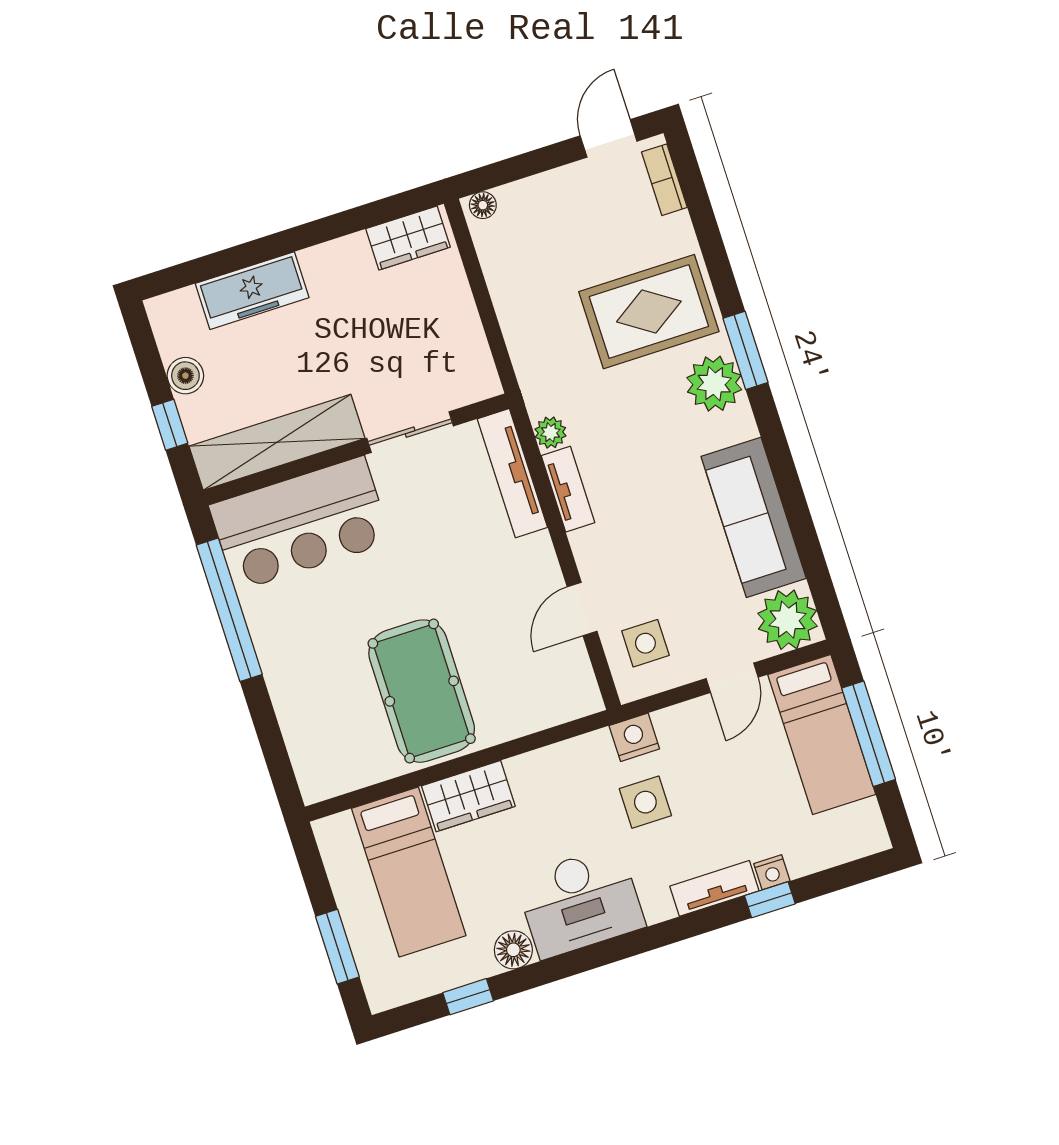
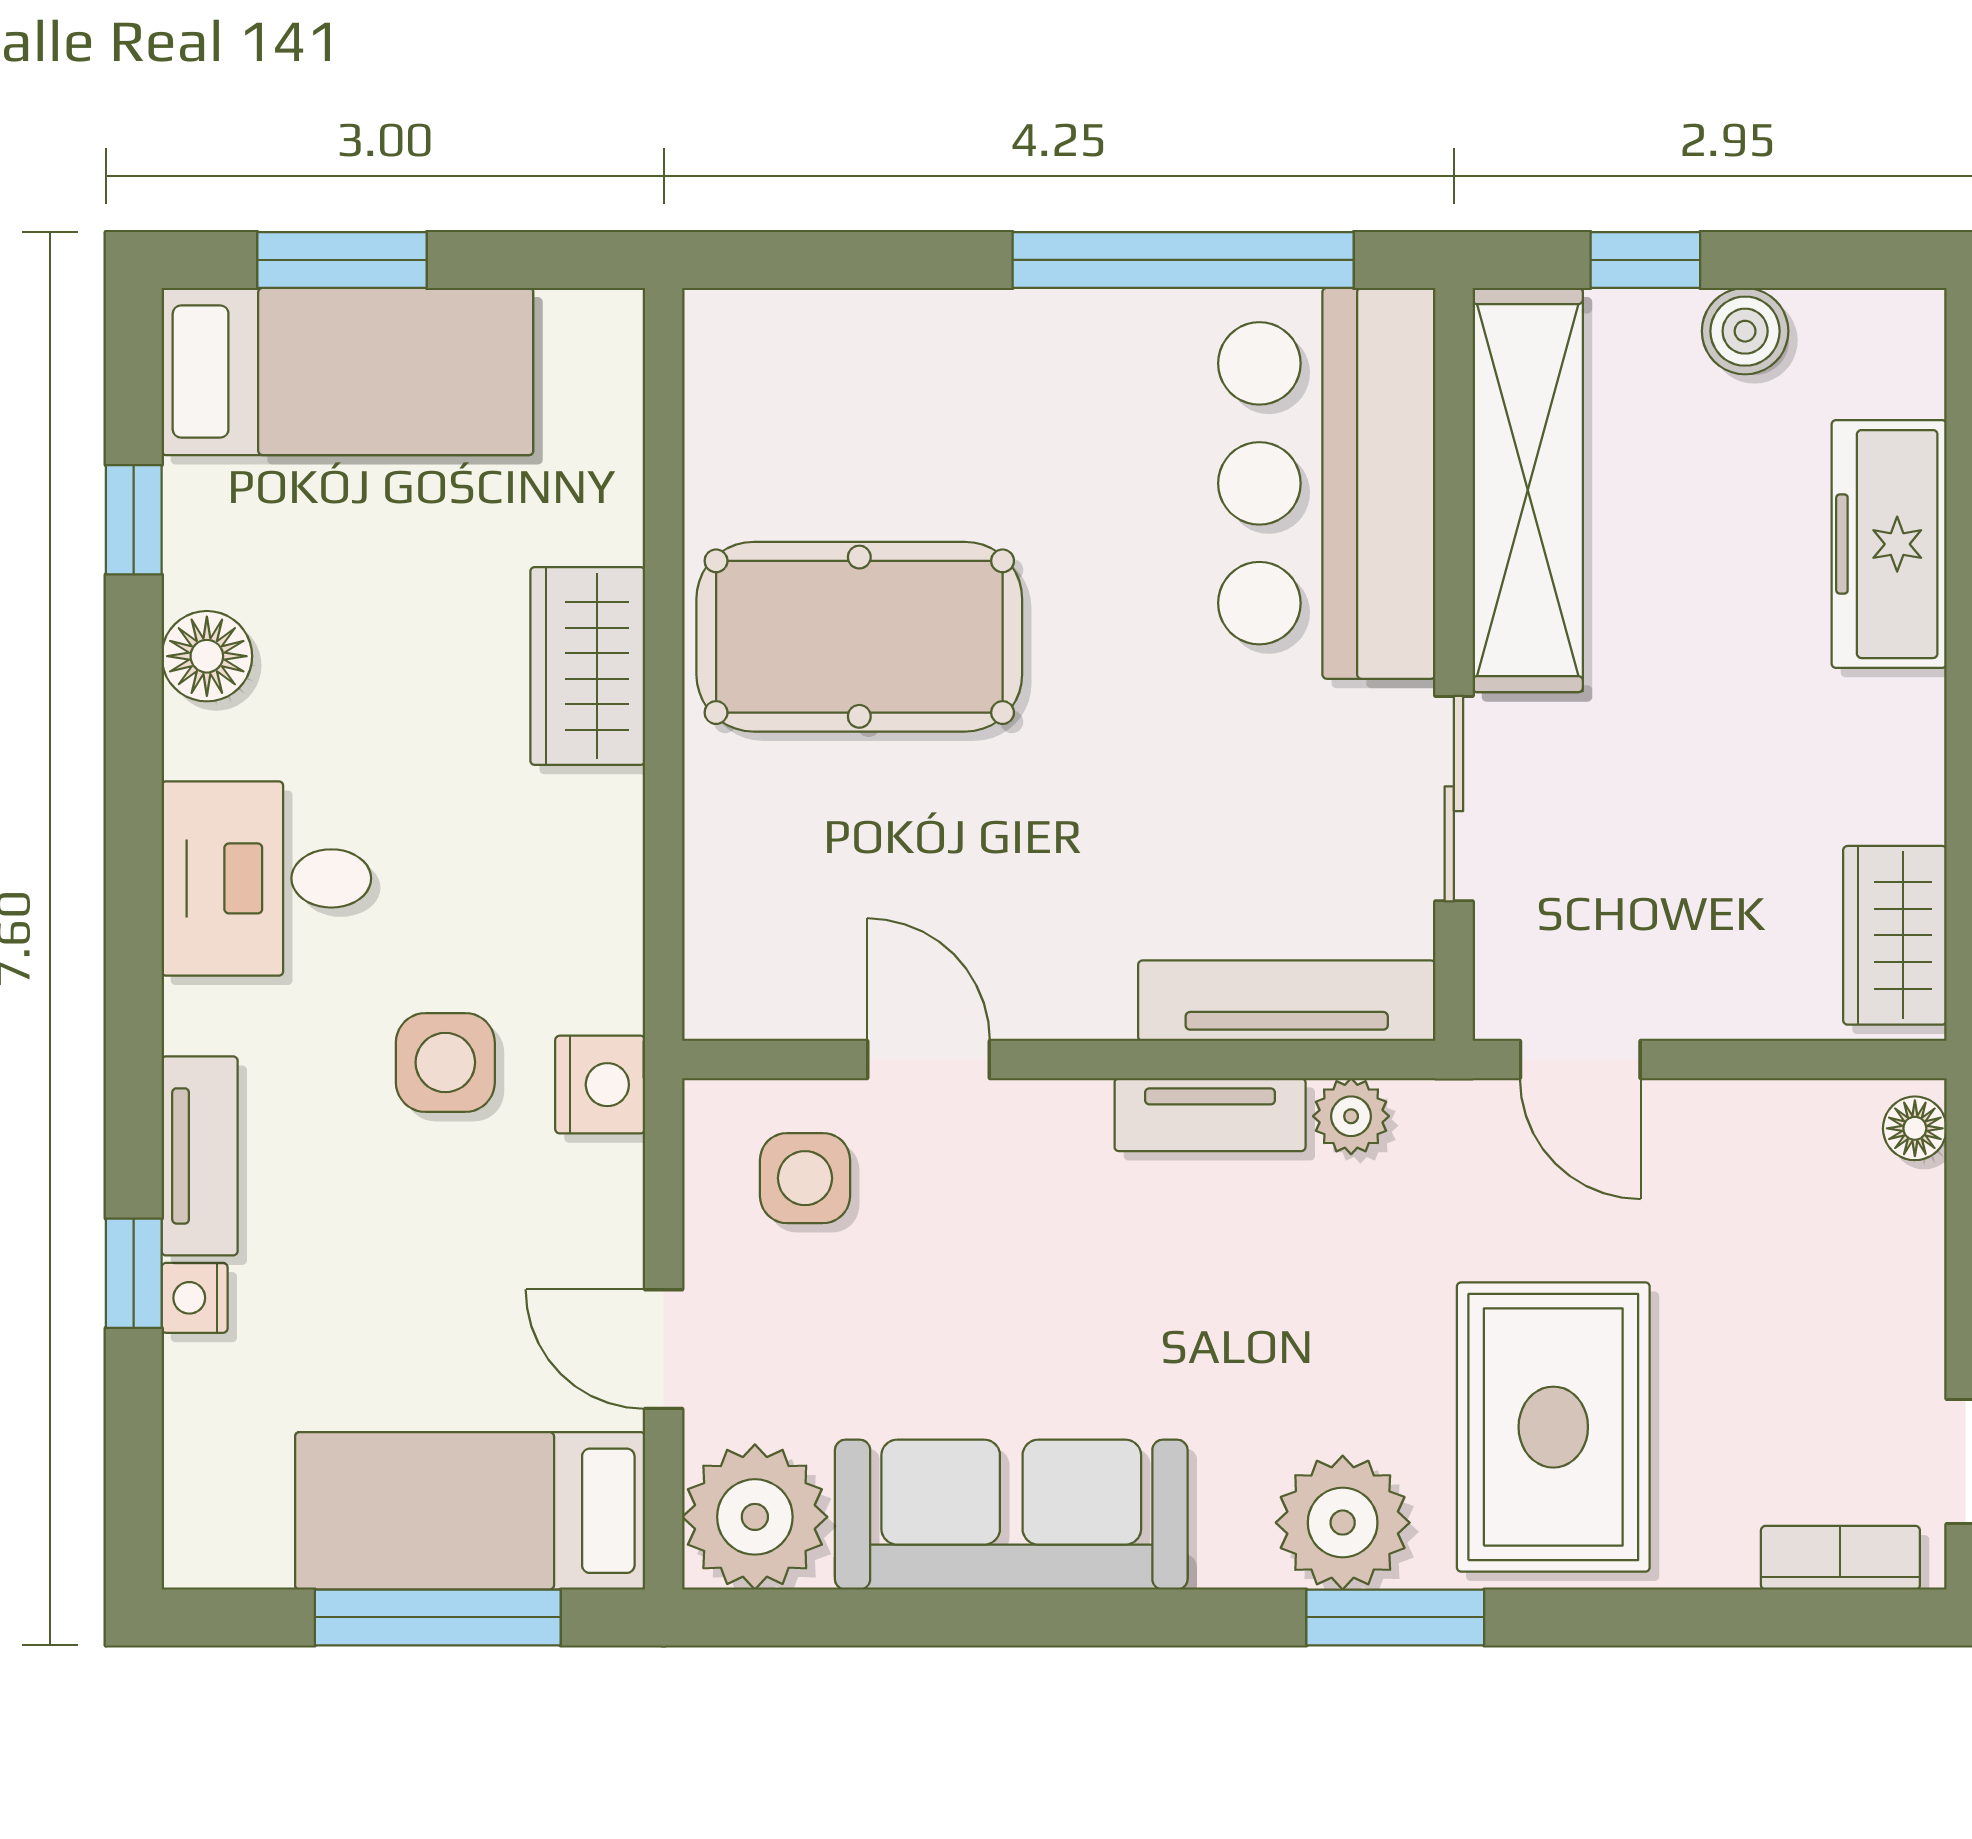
door: (498, 348) -> (1580, 1060), added
bed: (409, 872) -> (347, 372), moved, turned 180
desk: (580, 902) -> (266, 878), width x0.73

